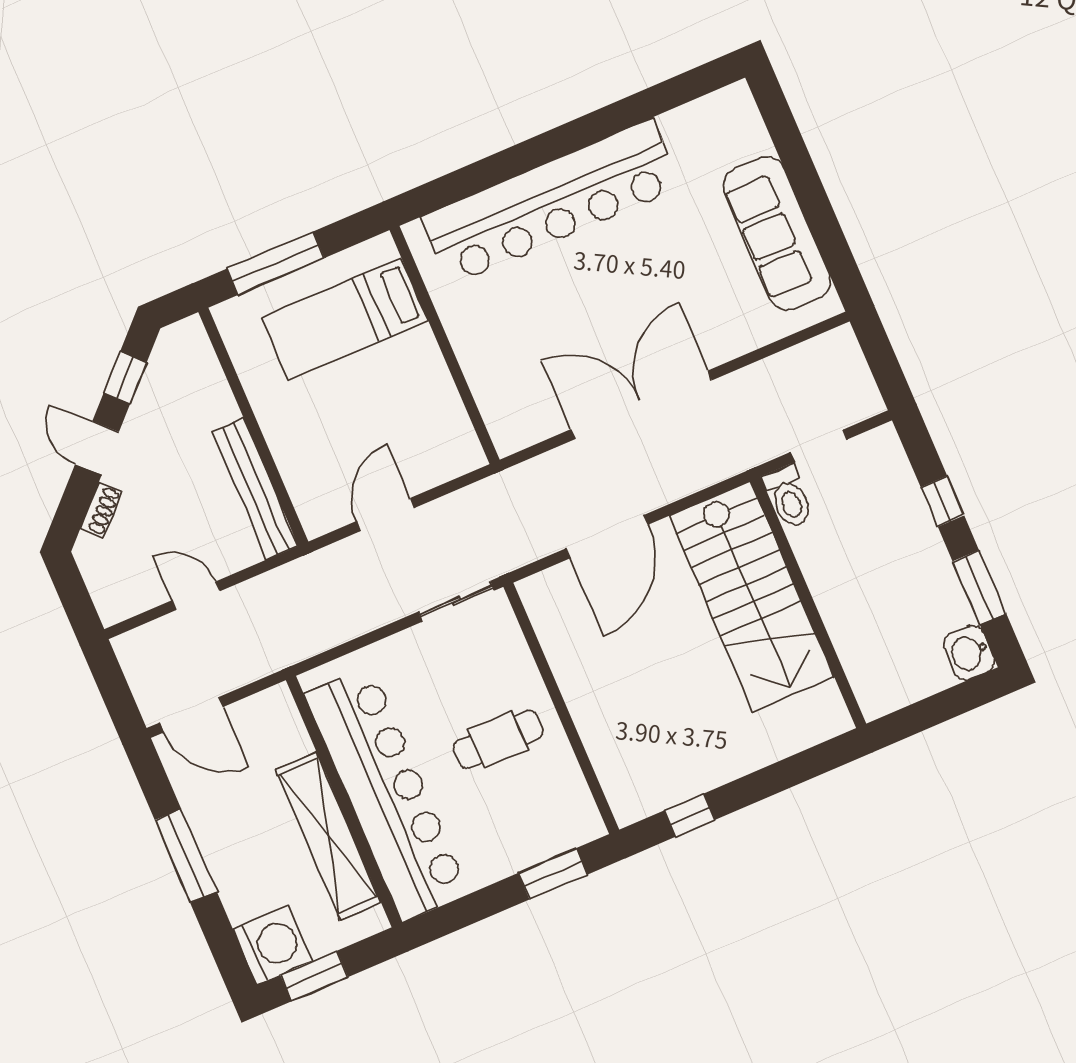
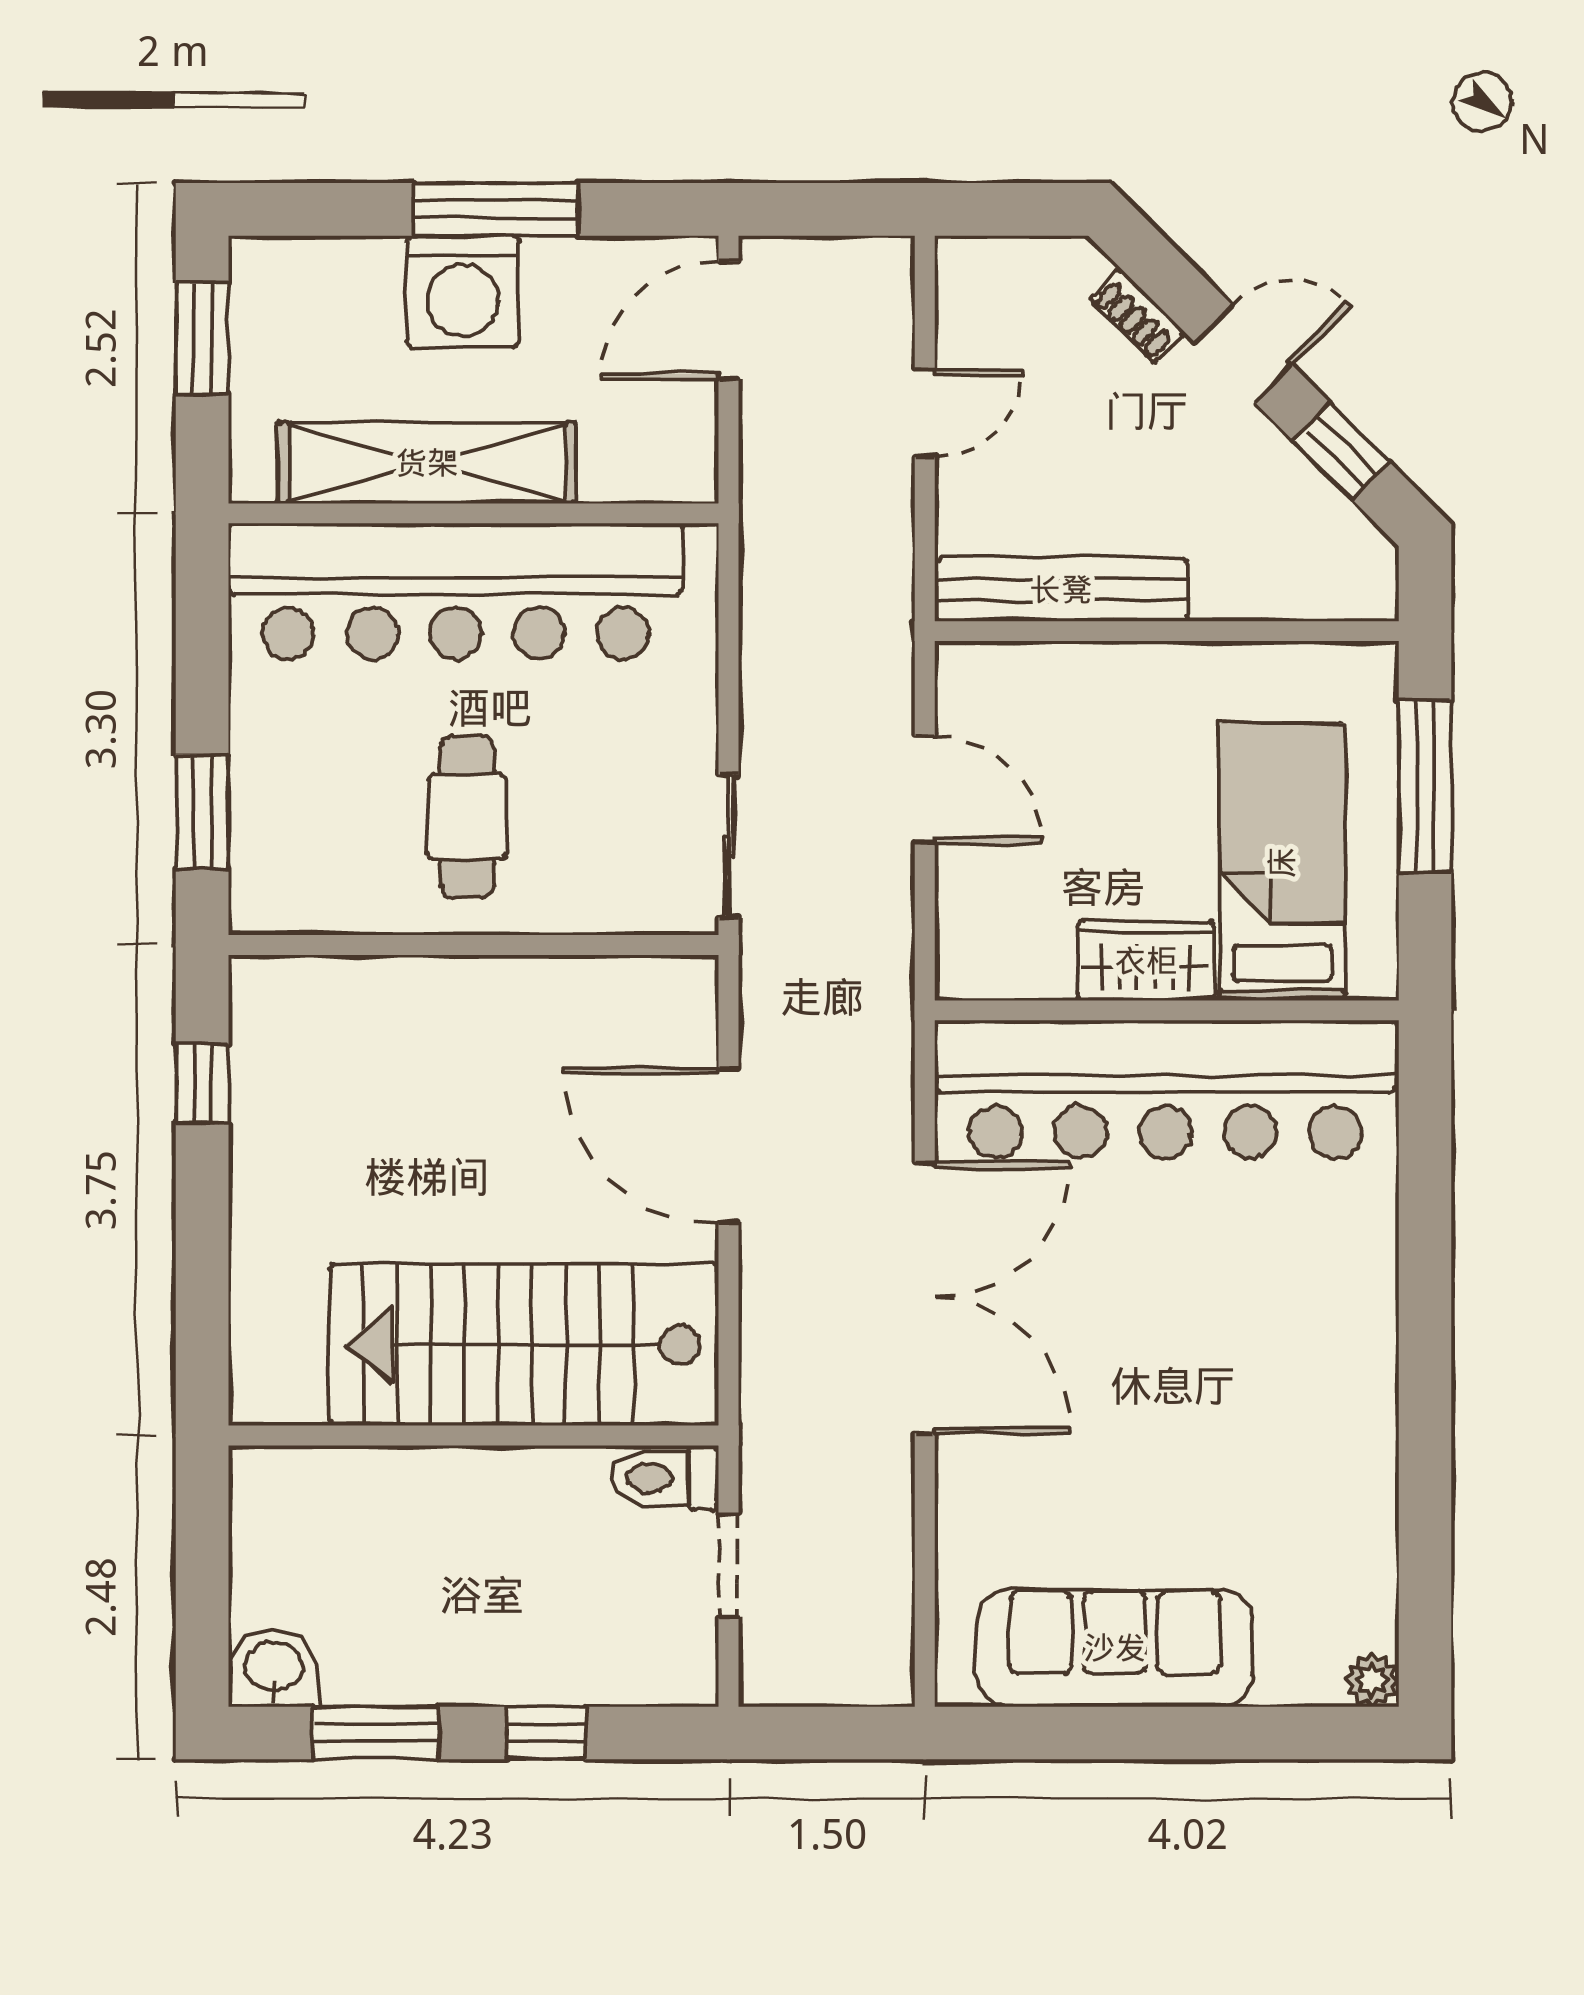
plant: (738, 97) -> (1372, 1680), added
bar counter: (551, 202) -> (1166, 1089), moved, turned -90
wardrobe: (424, 366) -> (1146, 961), added
washing machine: (273, 945) -> (463, 291), moved

